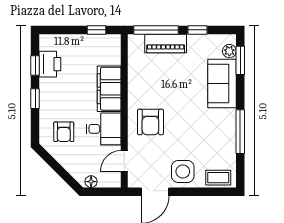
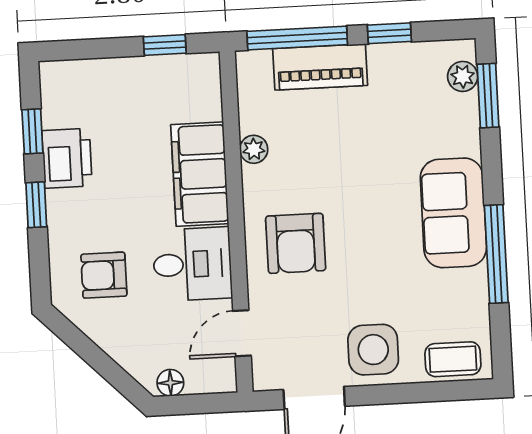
printer: (50, 64) -> (67, 158), moved
plant: (134, 79) -> (254, 149), added
sofa: (222, 84) -> (453, 213), moved
armchair: (64, 132) -> (104, 275), turned 90

